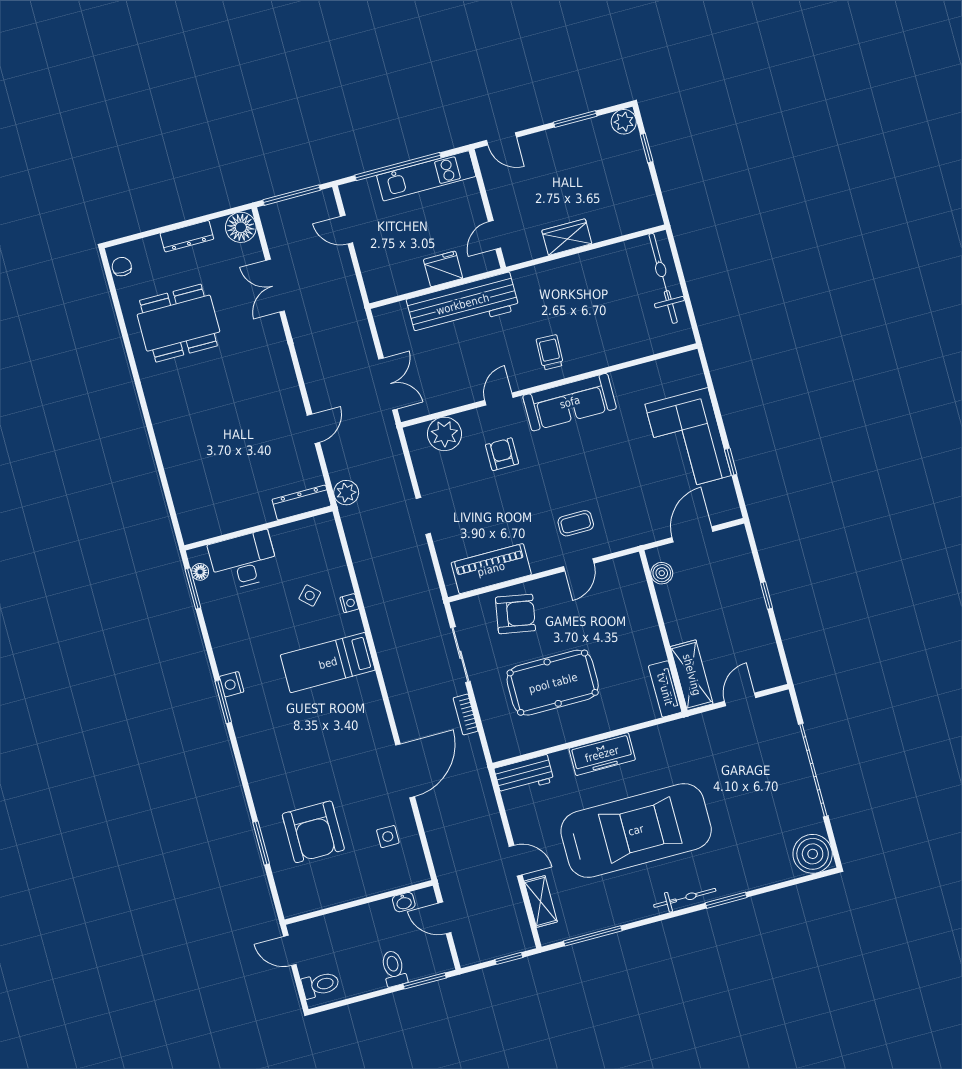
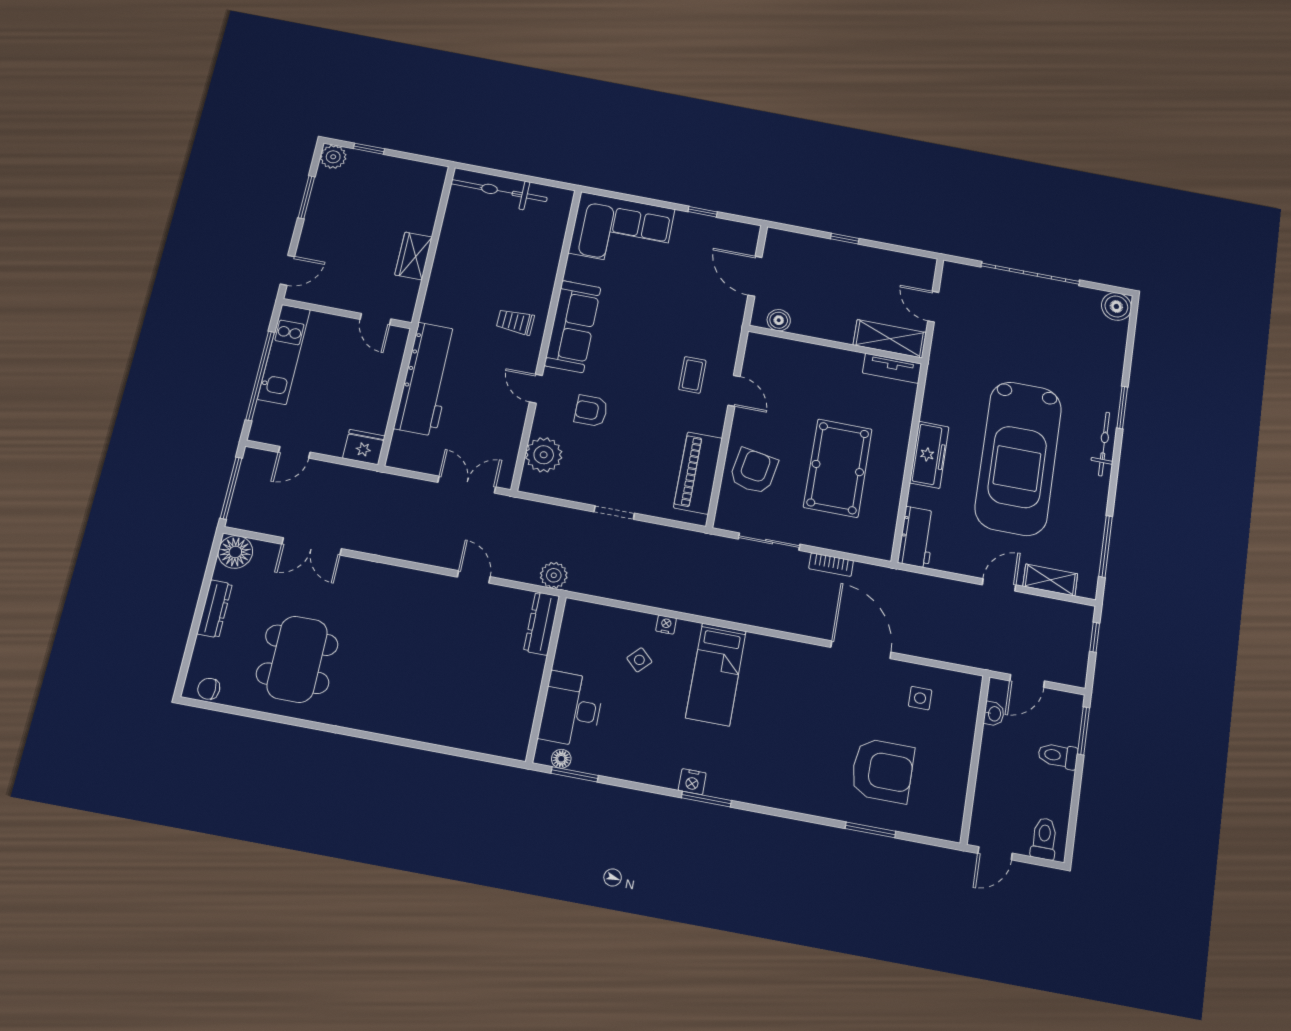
fridge: (443, 269) -> (364, 447), moved, turned 90
corner sofa: (688, 440) -> (622, 231), moved
car: (636, 830) -> (1018, 458), turned 180
boiler: (813, 854) -> (1116, 306), width x0.73, depth x0.73

